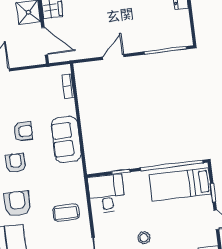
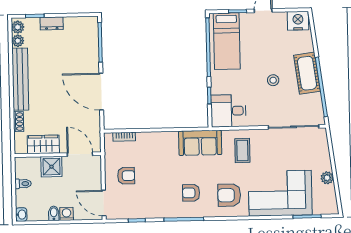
door: (45, 41) -> (80, 154), hinge flipped
door: (113, 57) -> (101, 92), width x1.88
armchair: (23, 131) -> (126, 176), moved, turned 90
sofa: (66, 139) -> (200, 143), moved

